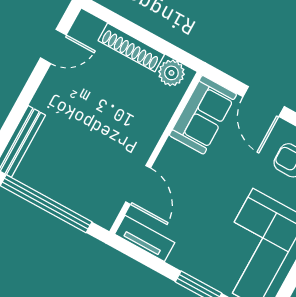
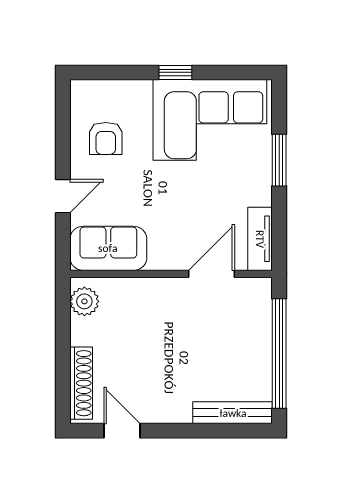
shoe rack: (131, 47) -> (81, 383), moved
door: (264, 102) -> (63, 196), width x0.73

